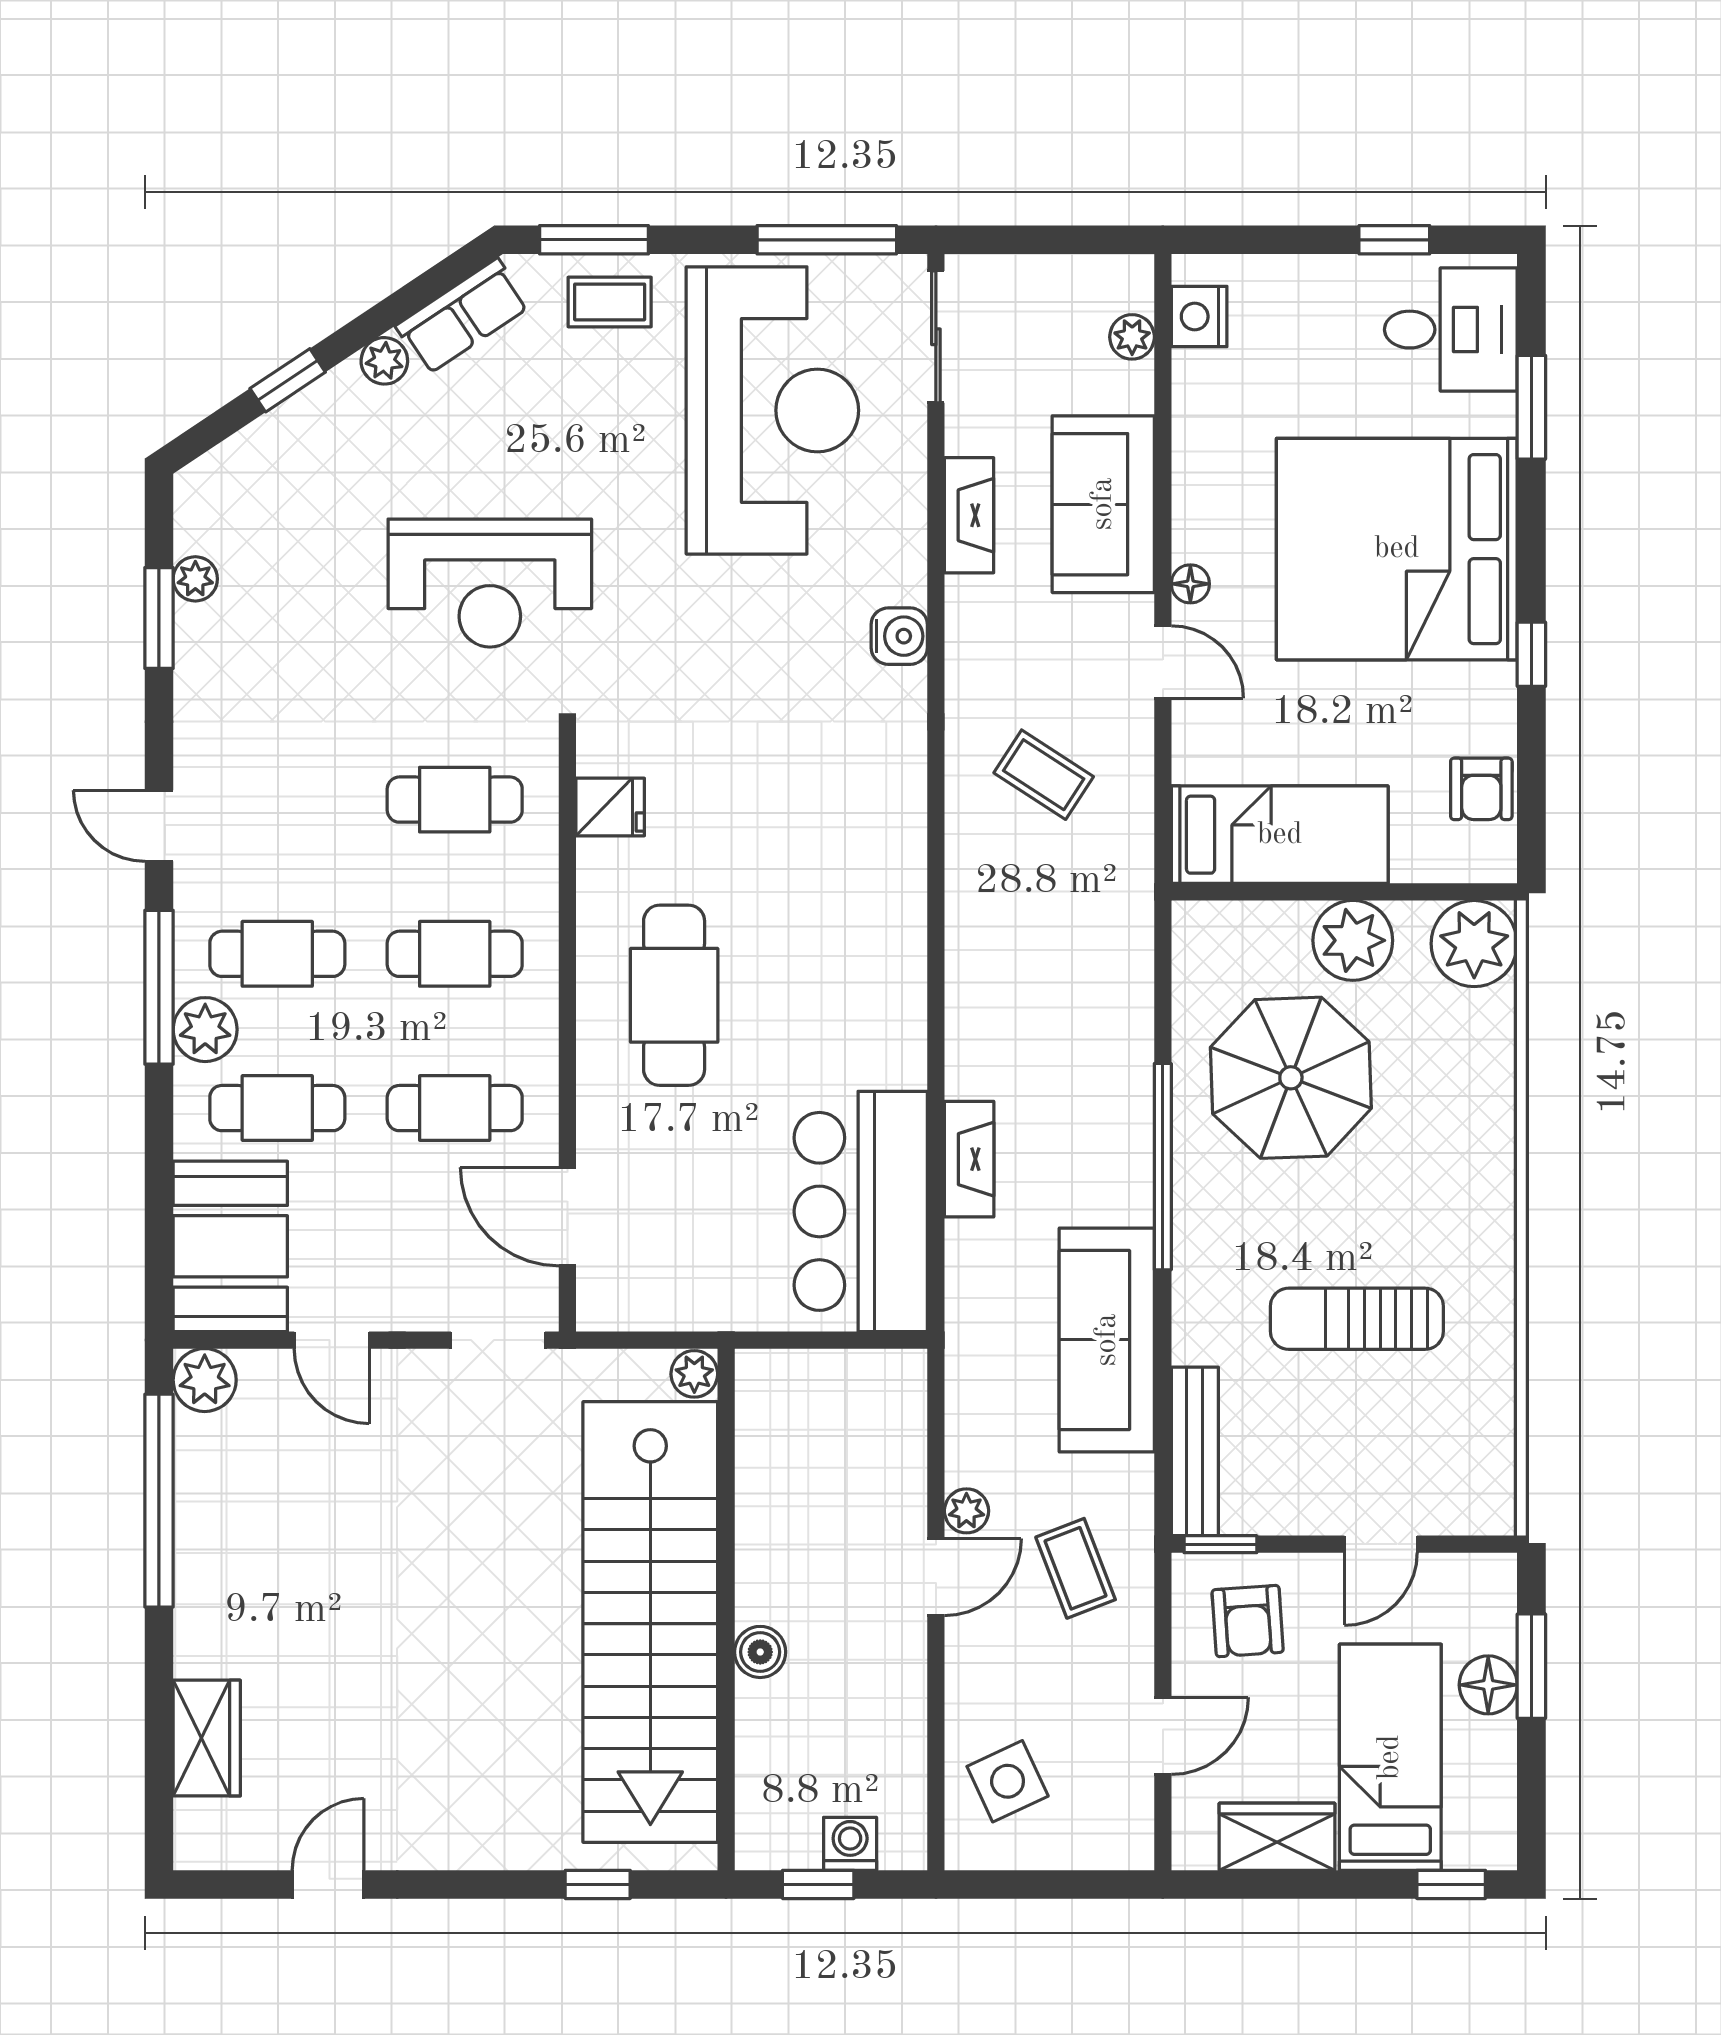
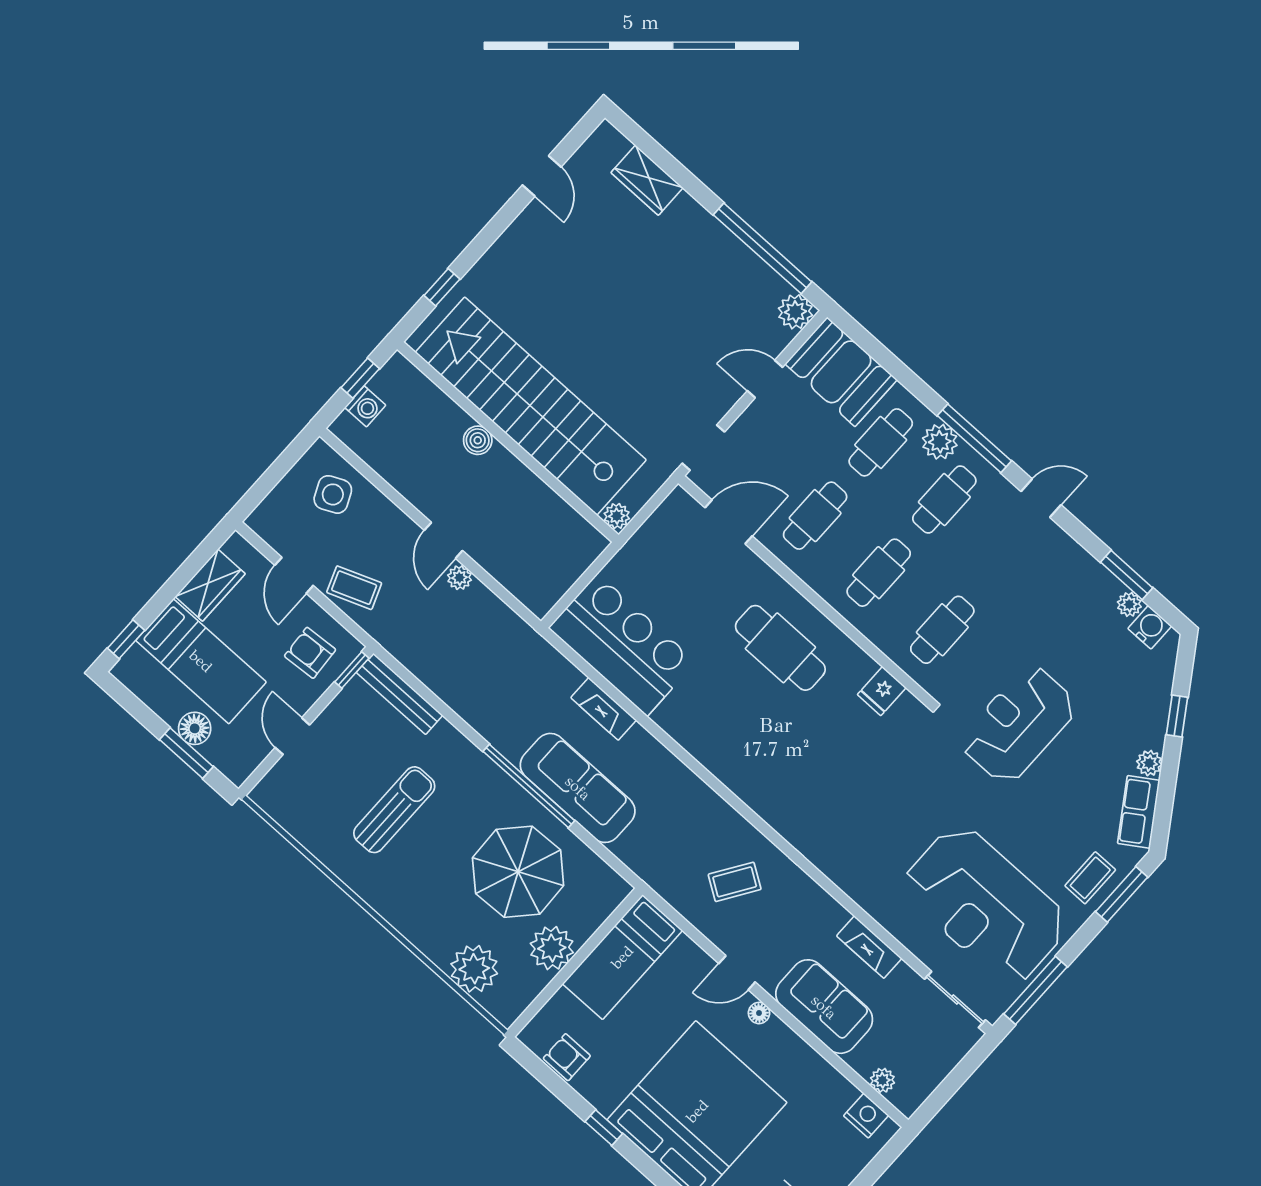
water cooler: (899, 636) -> (1150, 627), moved, turned 180
plant: (1474, 944) -> (474, 969), moved
sofa: (1107, 1340) -> (578, 788), moved
coffee table: (1076, 1568) -> (354, 588), moved

